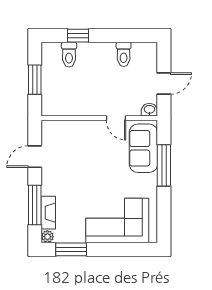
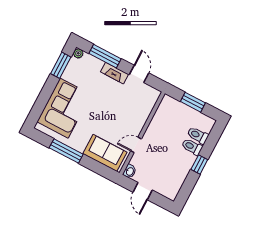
window: (78, 36) -> (199, 165), moved
toilet: (124, 54) -> (192, 147), moved
window: (164, 165) -> (66, 151), moved
fireplace: (48, 213) -> (114, 73), moved

